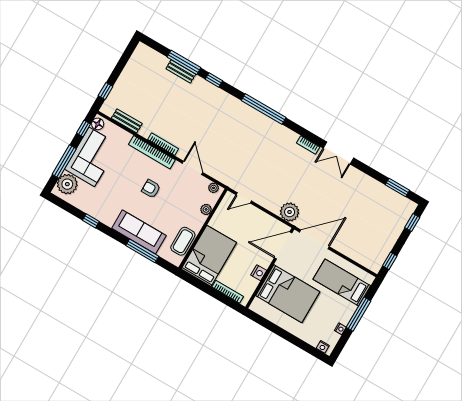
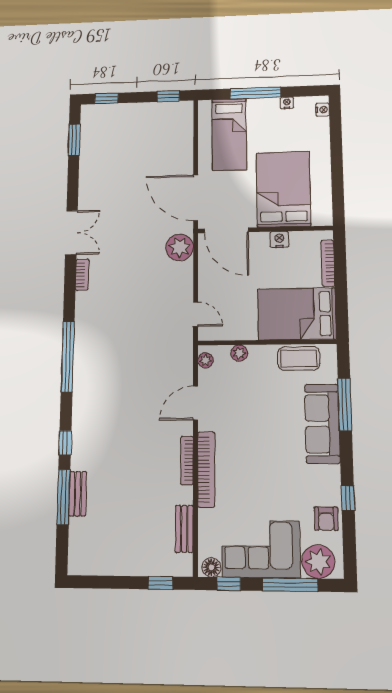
armchair: (151, 189) -> (326, 519), moved

